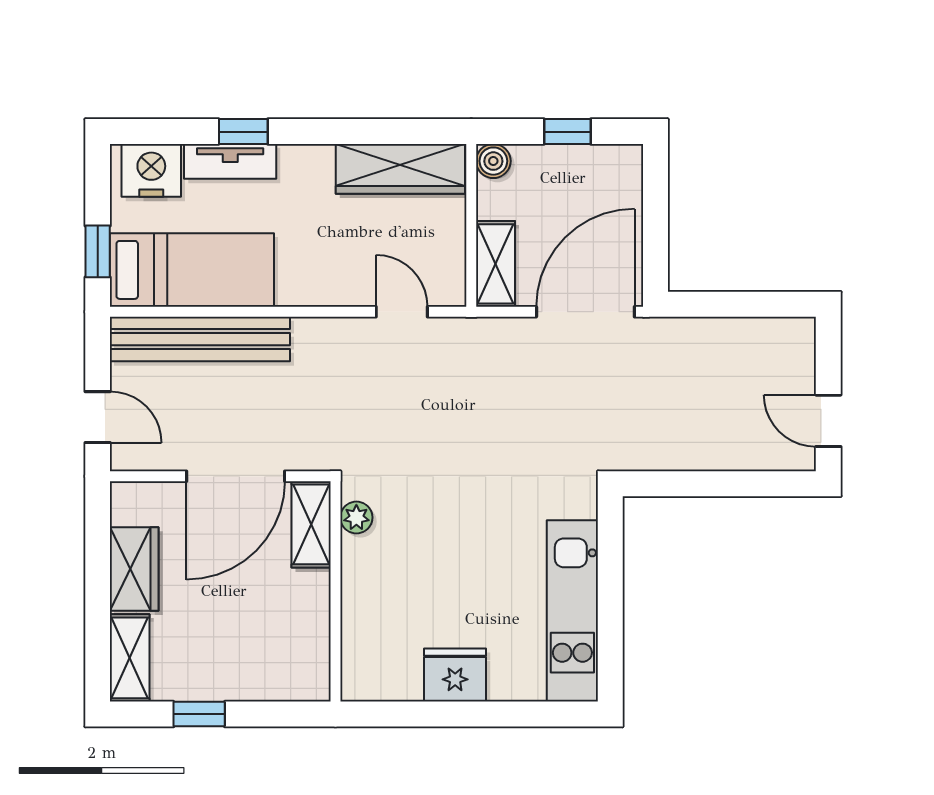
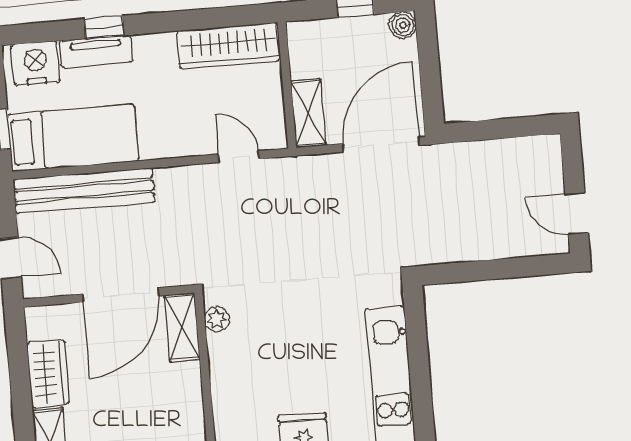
boiler: (493, 161) -> (403, 25), moved

